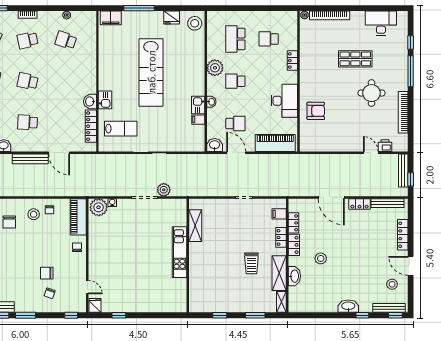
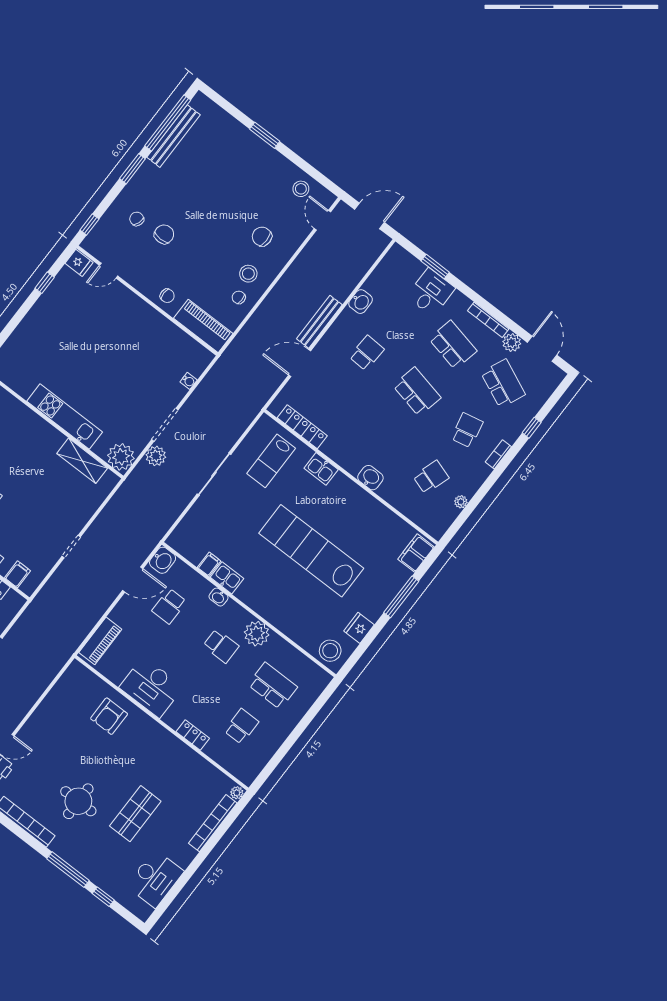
school desk: (28, 81) -> (417, 392), width x1.85
school desk: (235, 81) -> (221, 646), turned 90
washbasin: (90, 101) -> (370, 478), moved
piano: (275, 143) -> (100, 641), width x0.73, depth x0.75
plant: (99, 207) -> (121, 457), moved

